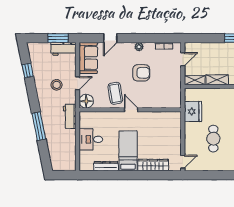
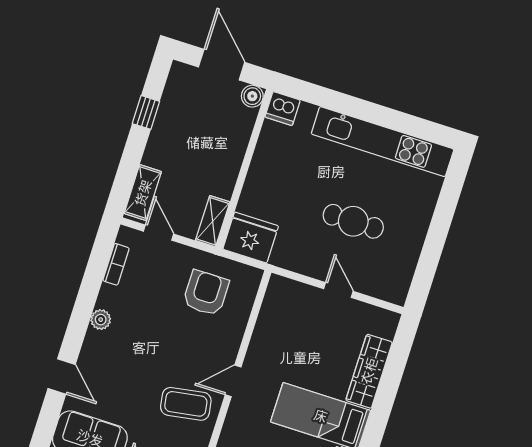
armchair: (141, 73) -> (206, 293), moved
shelving: (217, 80) -> (143, 193), moved
fridge: (193, 111) -> (251, 238), moved
door: (183, 162) -> (338, 290), moved

